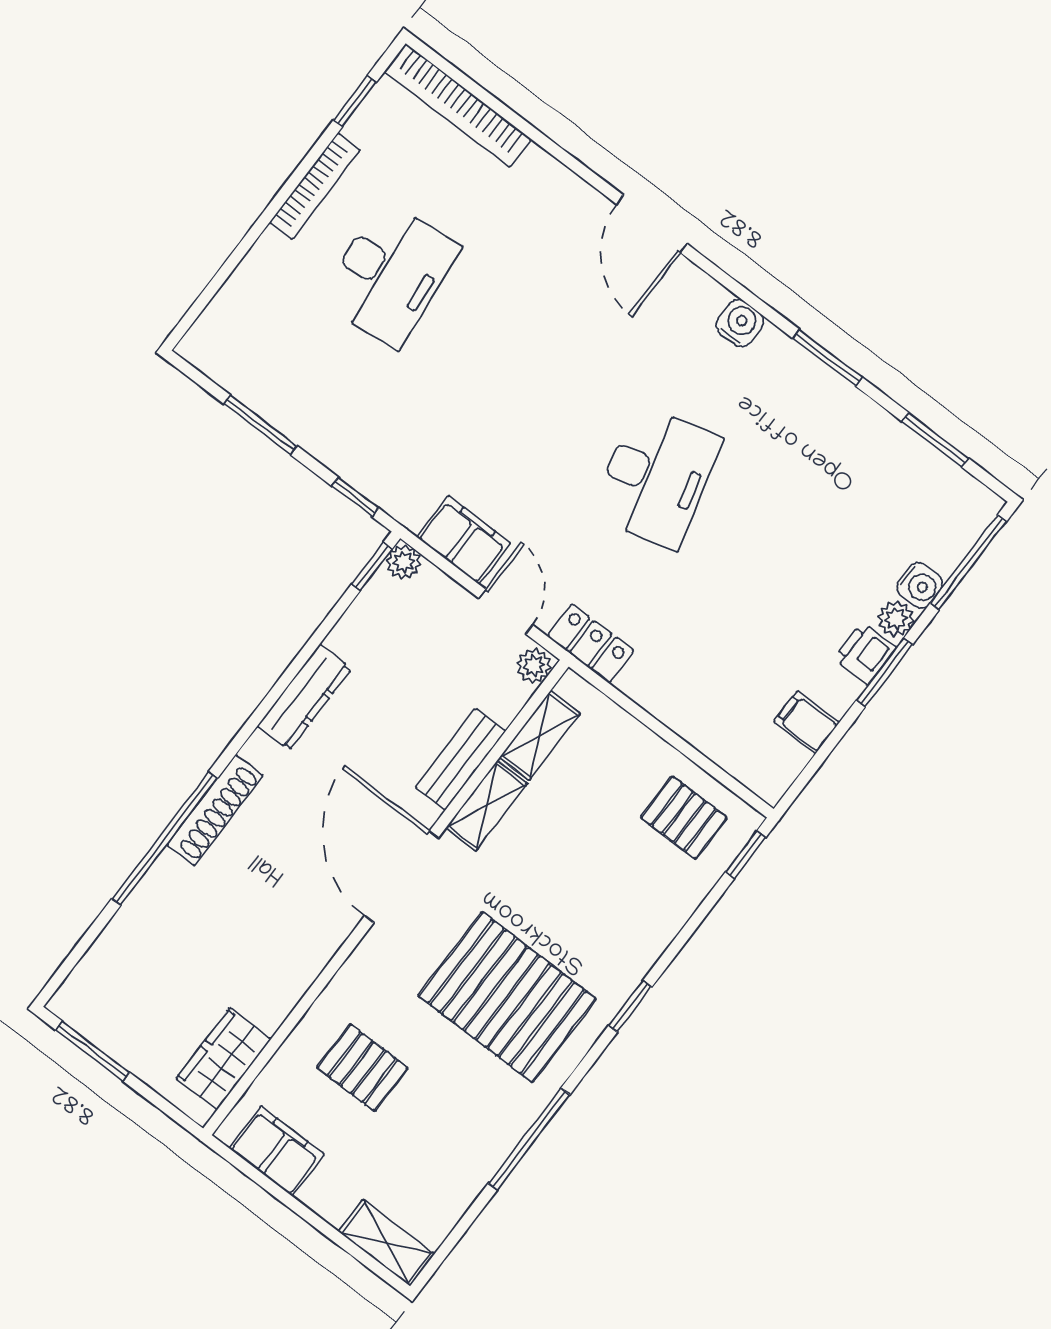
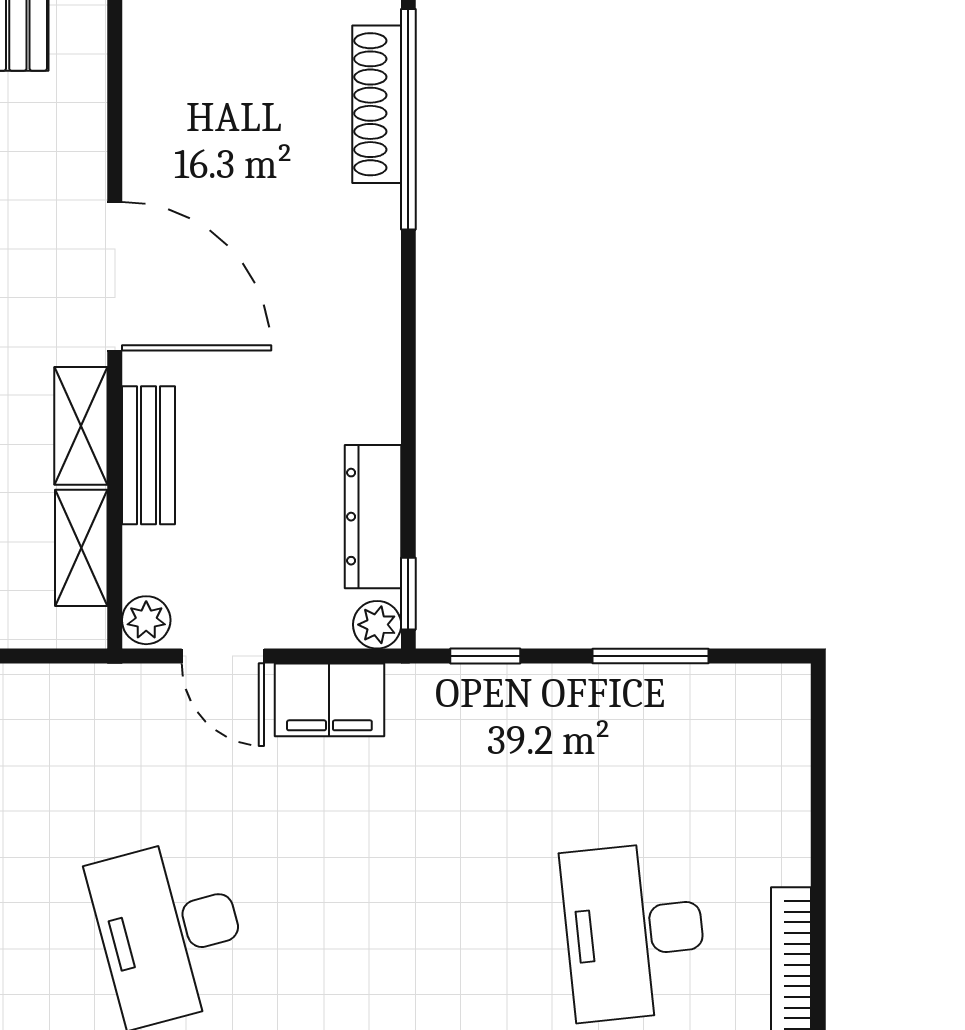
locker: (591, 643) -> (102, 692), removed
dresser: (304, 697) -> (373, 517), moved
shoe rack: (215, 810) -> (377, 104), moved

